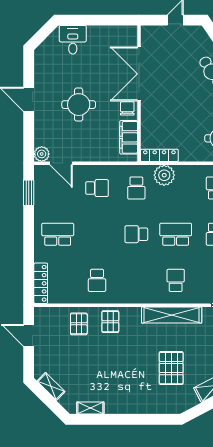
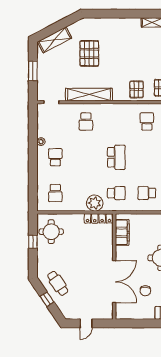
chair: (127, 108) -> (145, 291), moved
school desk: (136, 188) -> (116, 193), turned 90
school desk: (136, 234) -> (116, 157), width x1.85
school desk: (176, 234) -> (86, 157), removed

